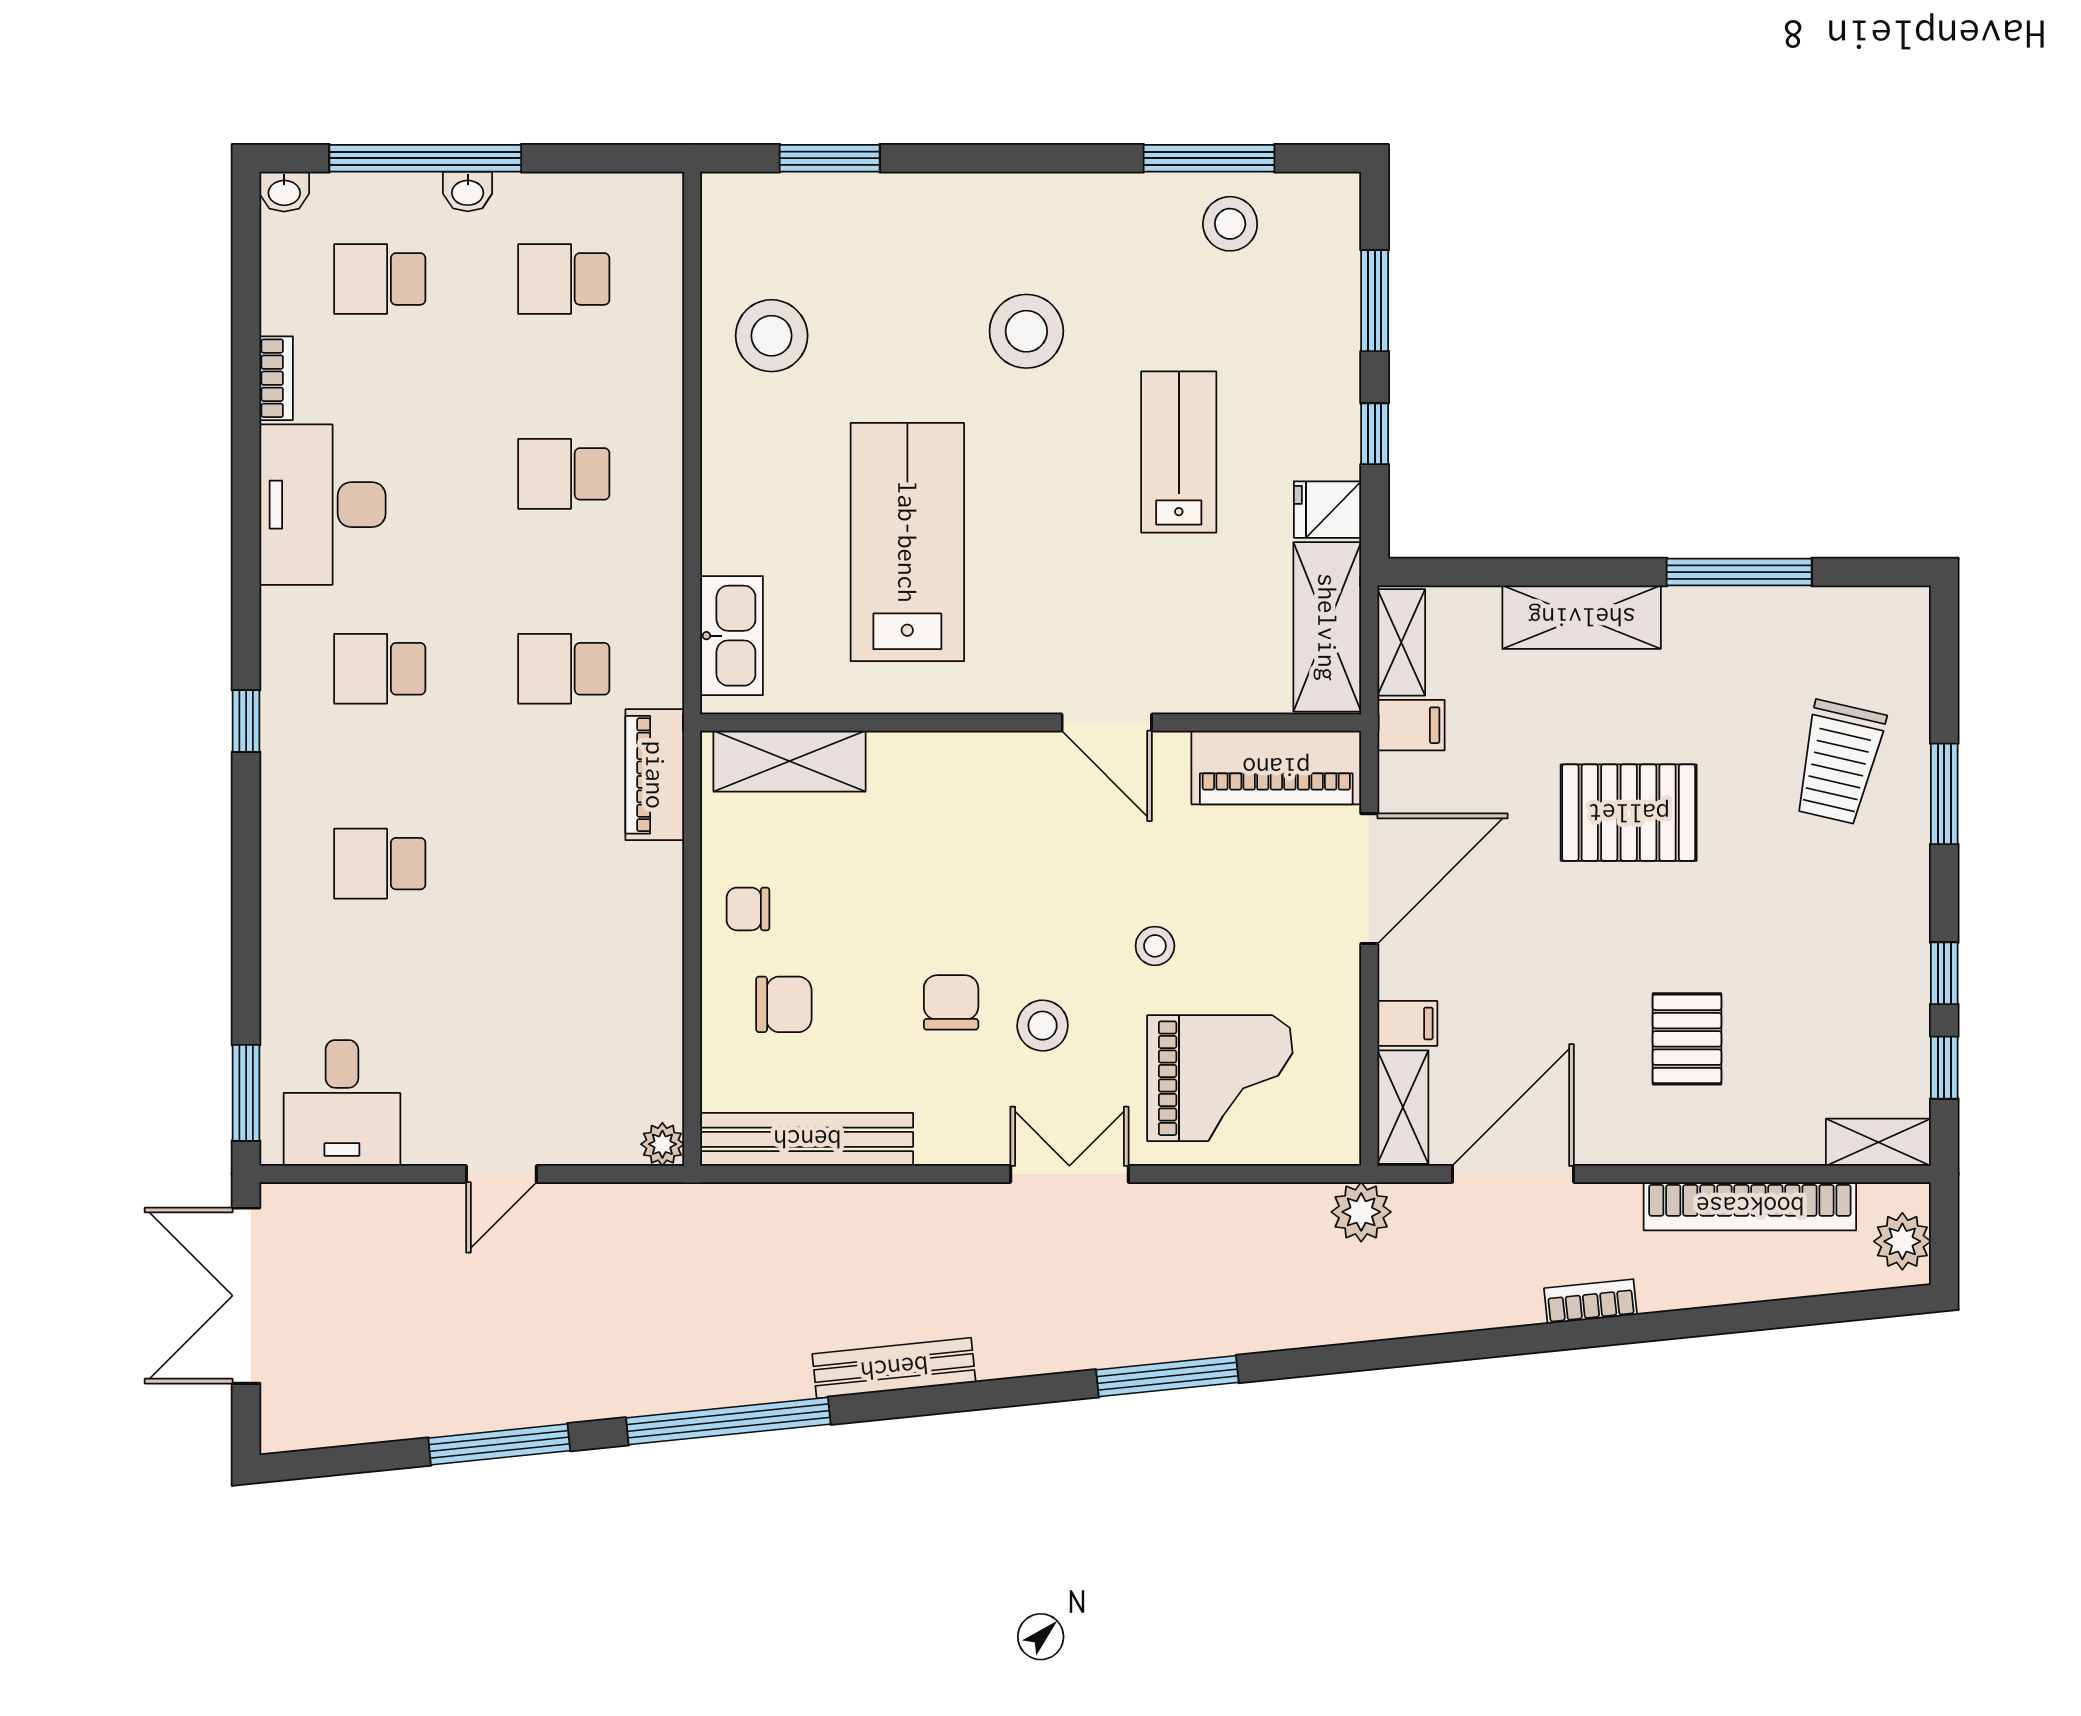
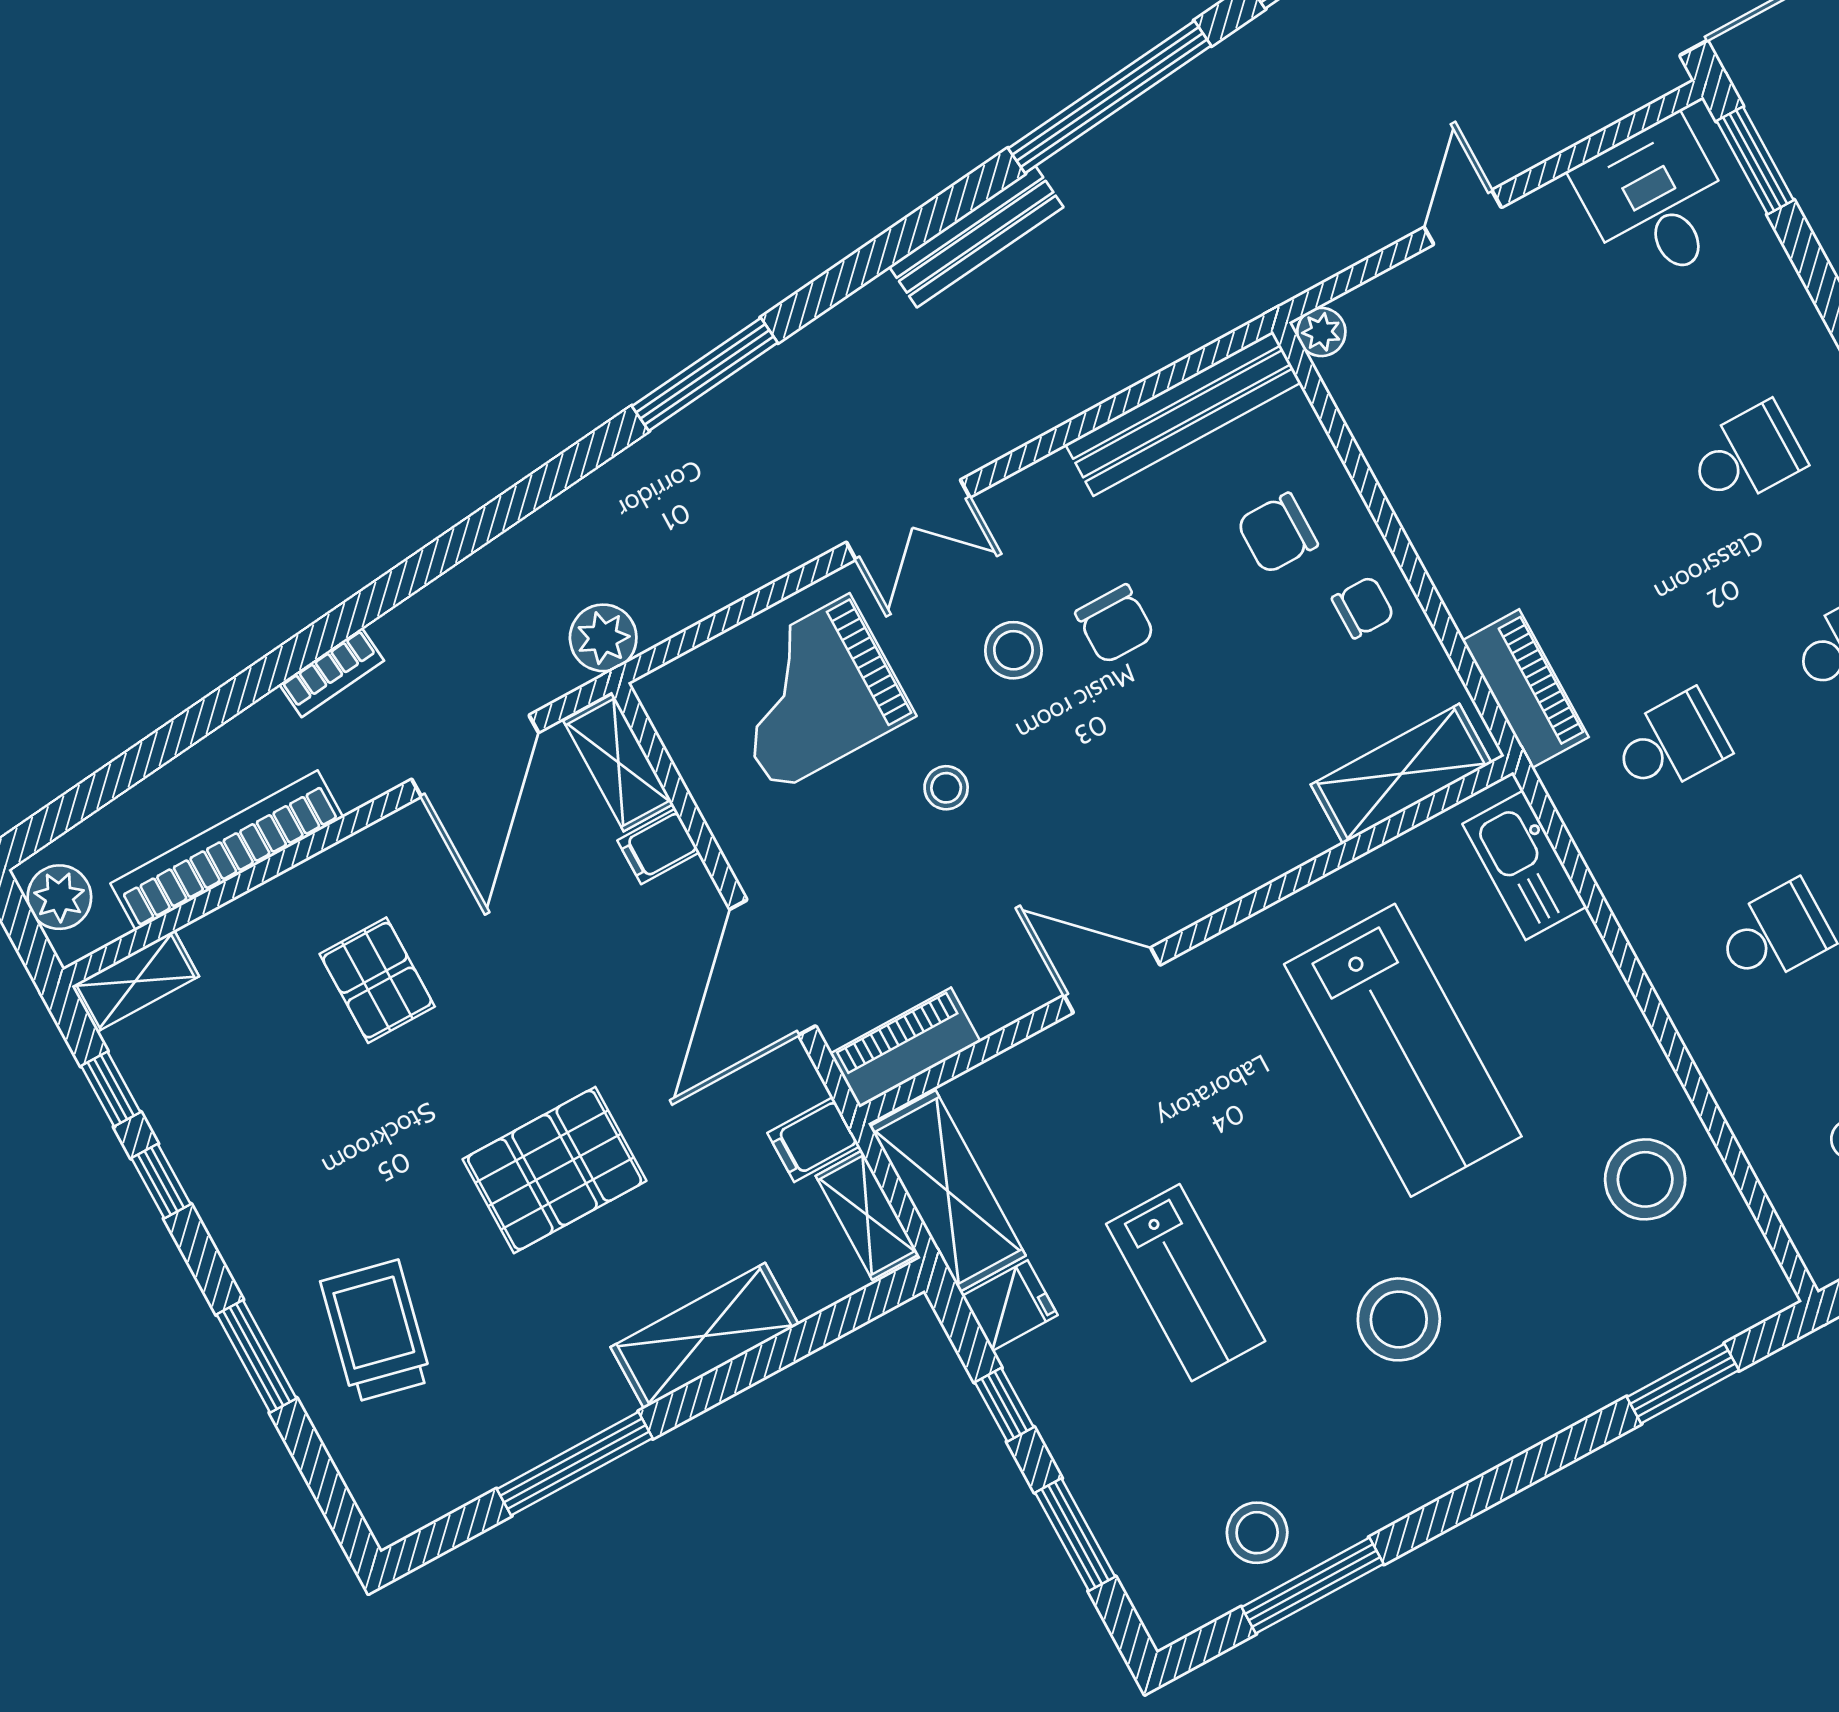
piano: (1276, 767) -> (905, 1048), width x0.73, depth x0.75

